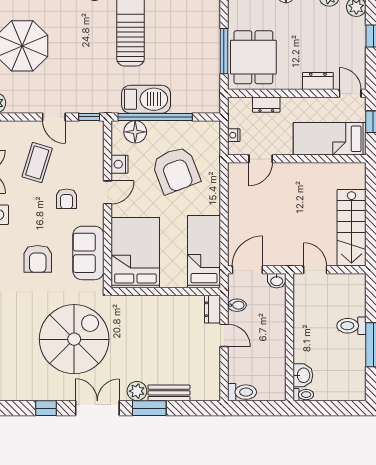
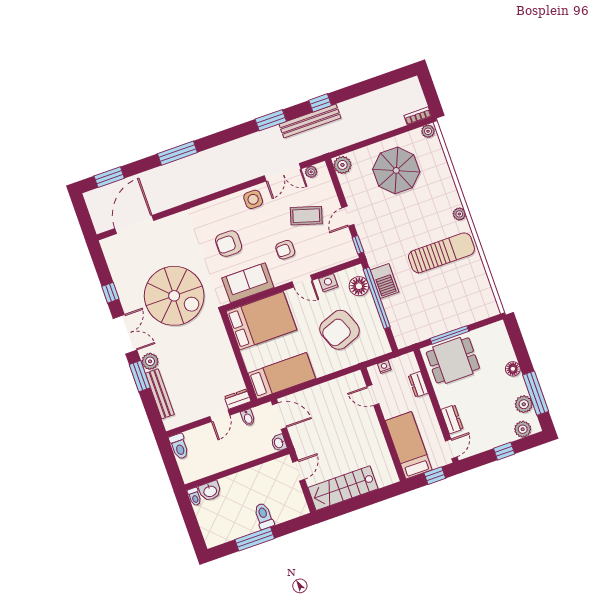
barbecue: (146, 99) -> (385, 281), width x0.73, depth x0.83
bench: (169, 393) -> (160, 394), width x1.36

